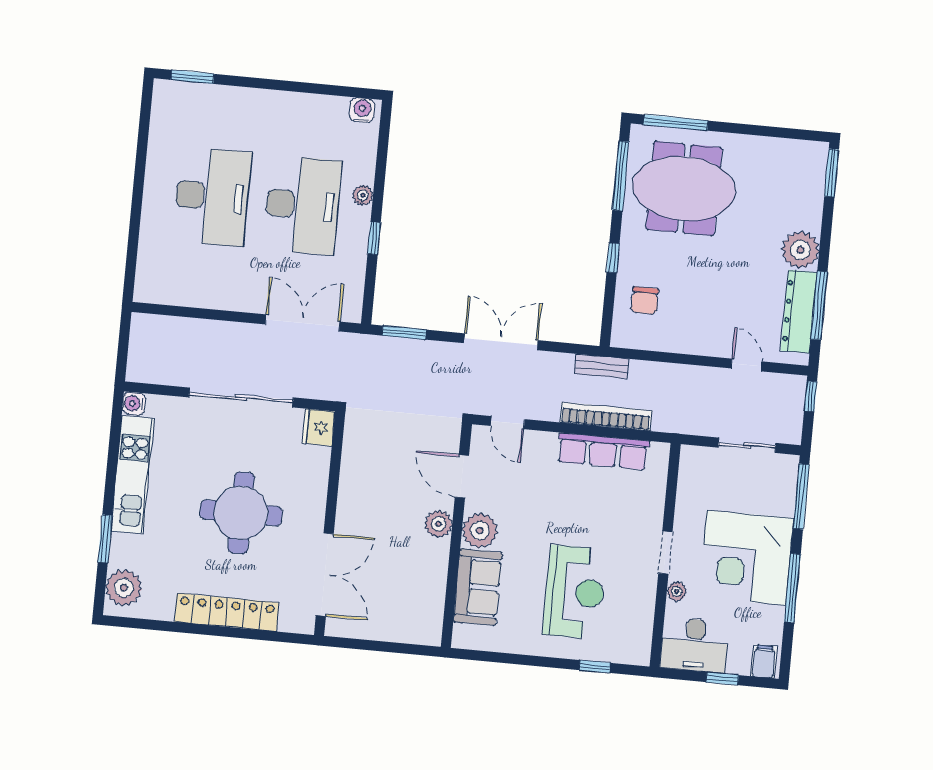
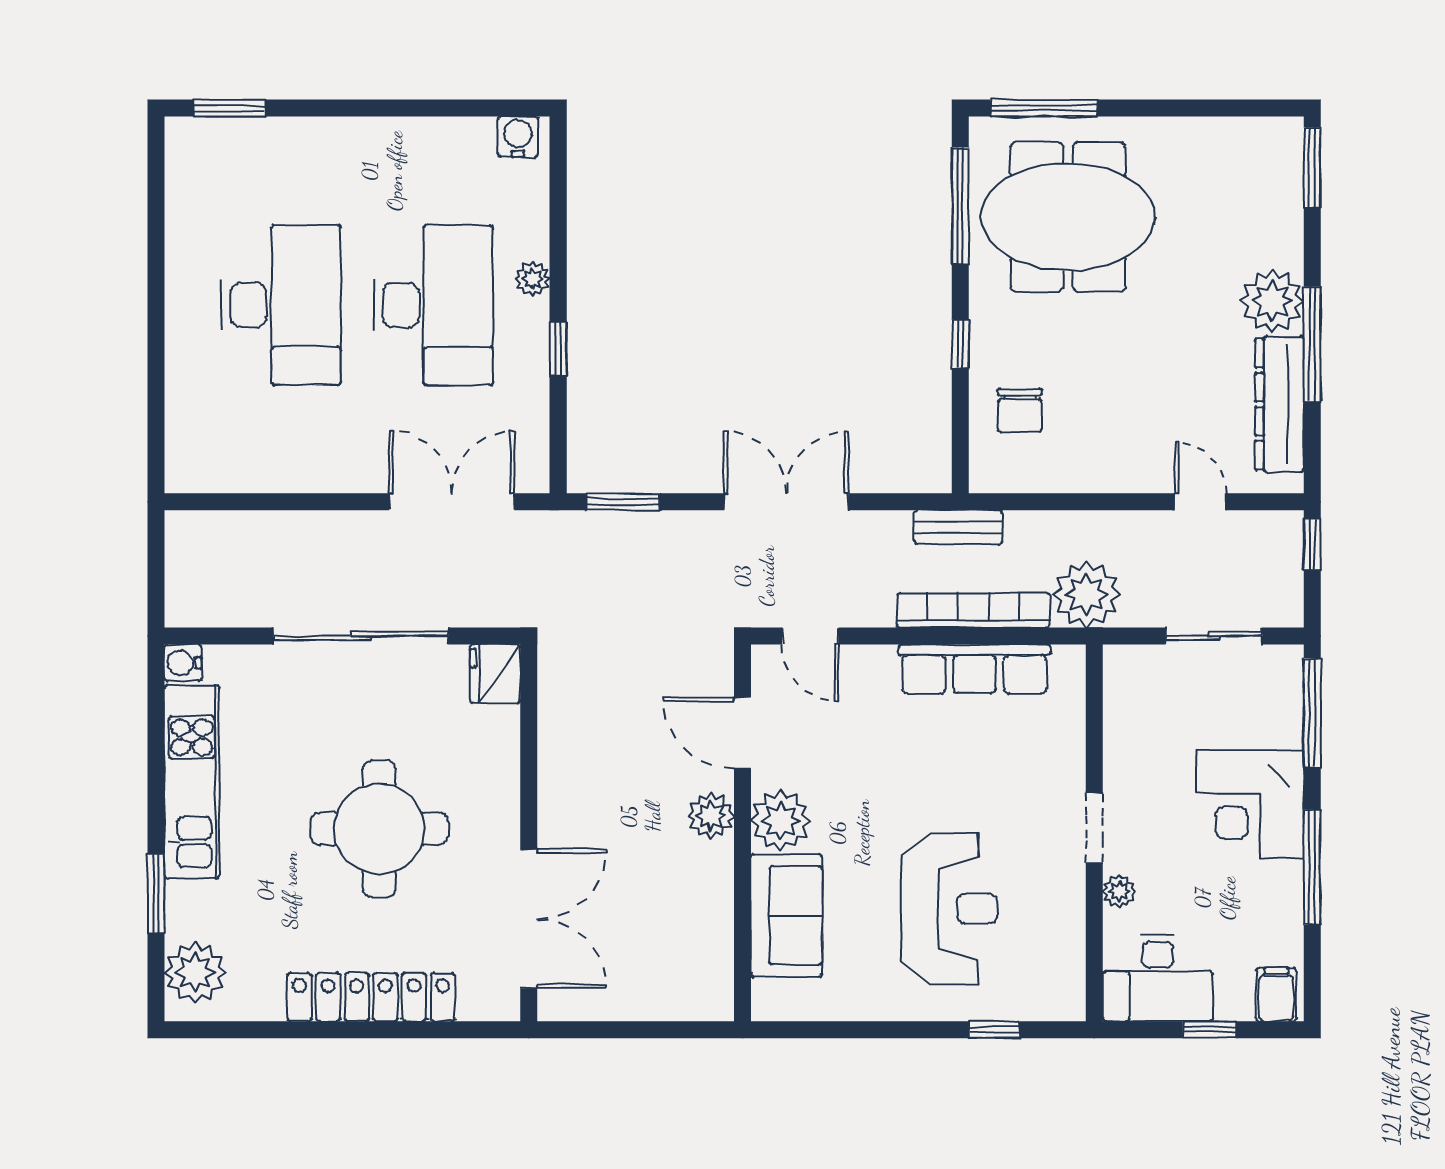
window: (819, 305) -> (1312, 344), moved
plant: (674, 413) -> (1087, 594), added
corner desk: (746, 558) -> (1250, 804), width x0.74, depth x0.74

